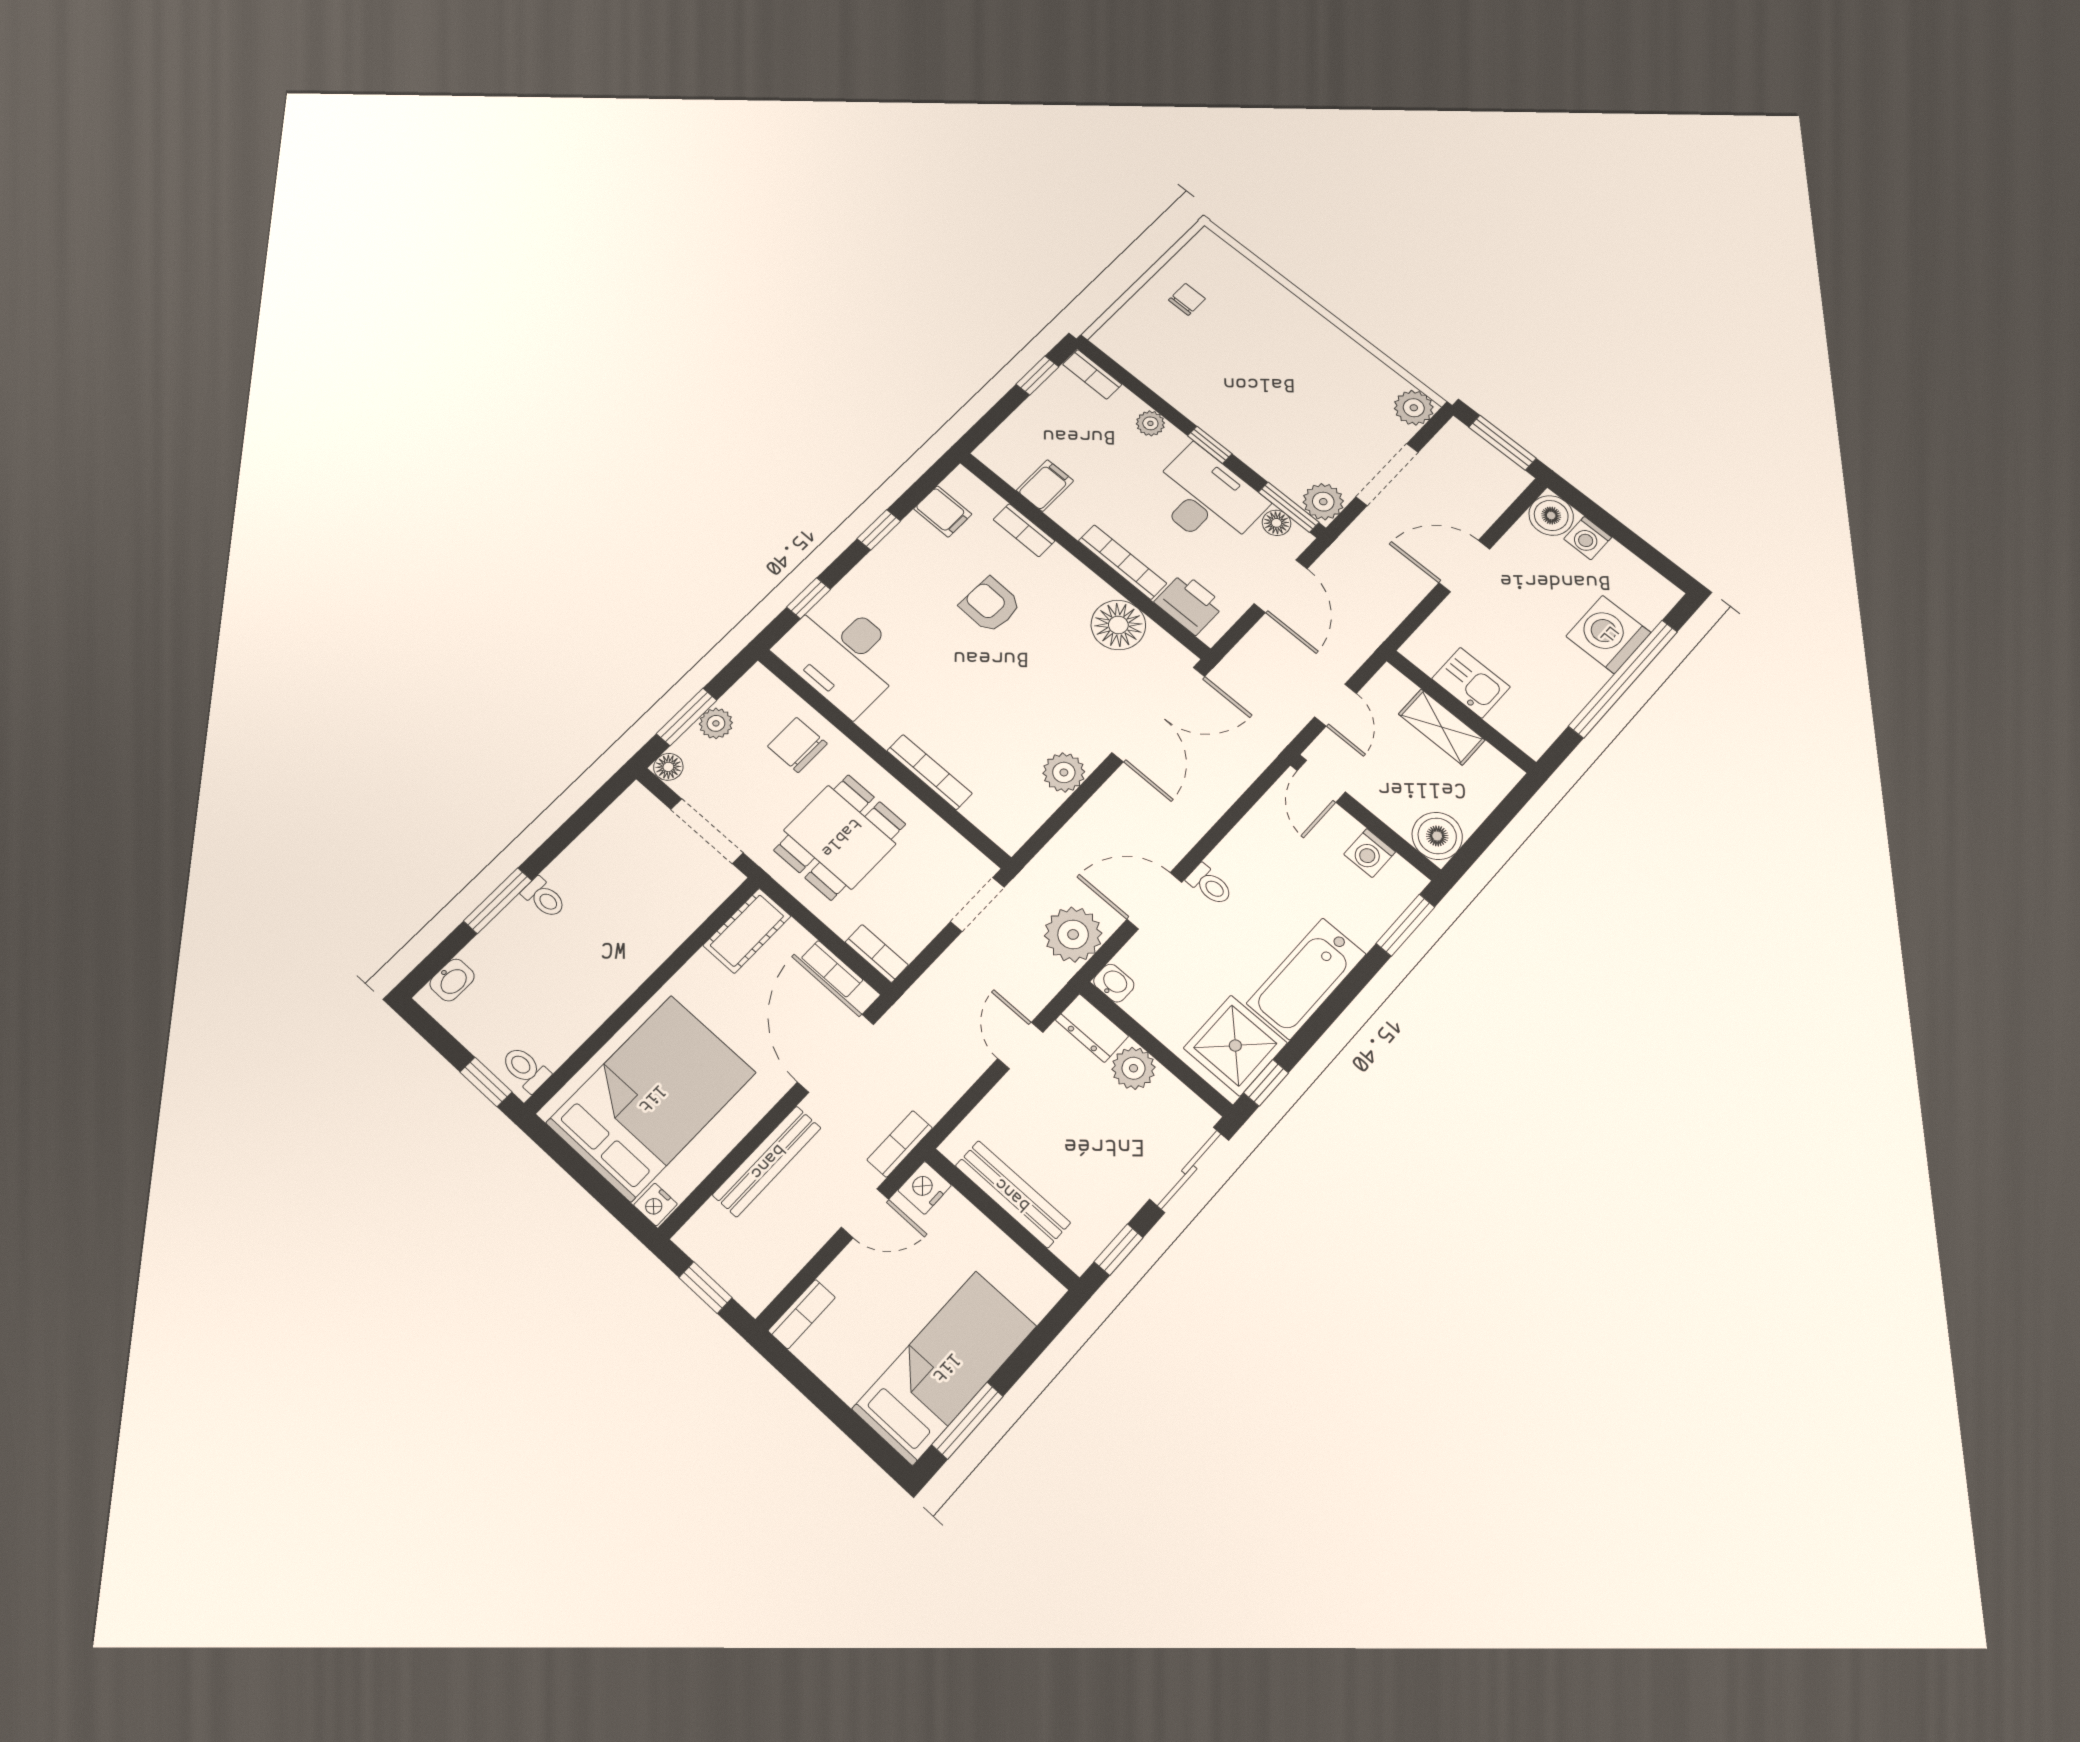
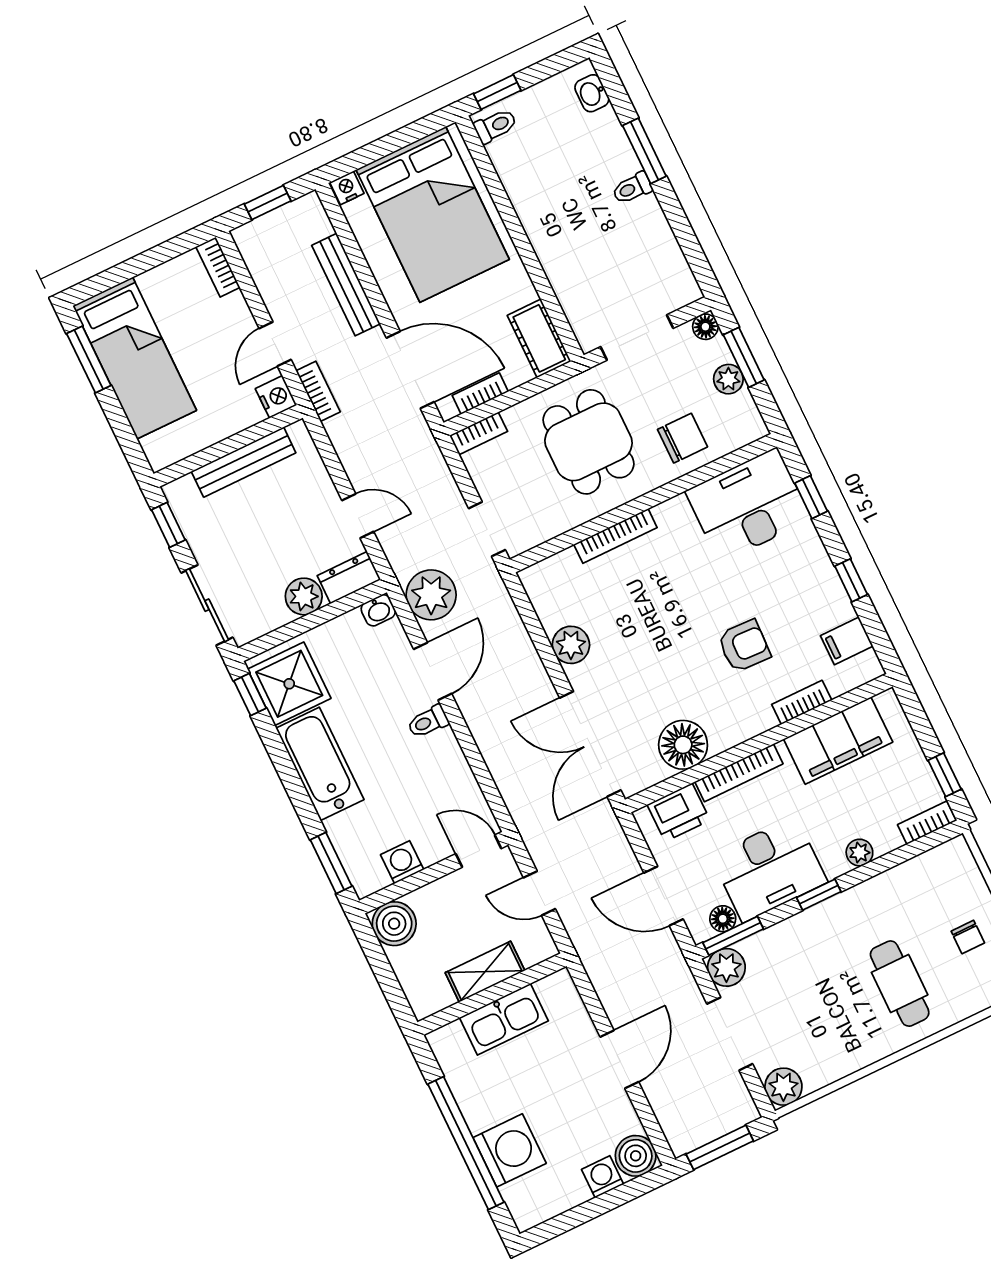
cafe table: (1262, 342) -> (900, 984), added
filing cabinet: (1045, 486) -> (838, 741), width x3.00, depth x1.17
kitchen sink: (1471, 683) -> (504, 1019), width x1.38

